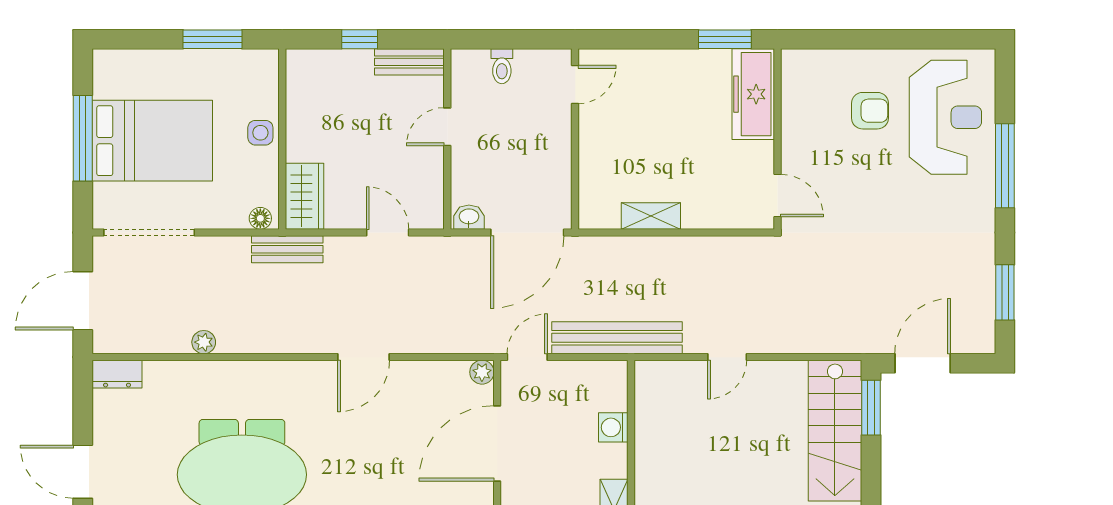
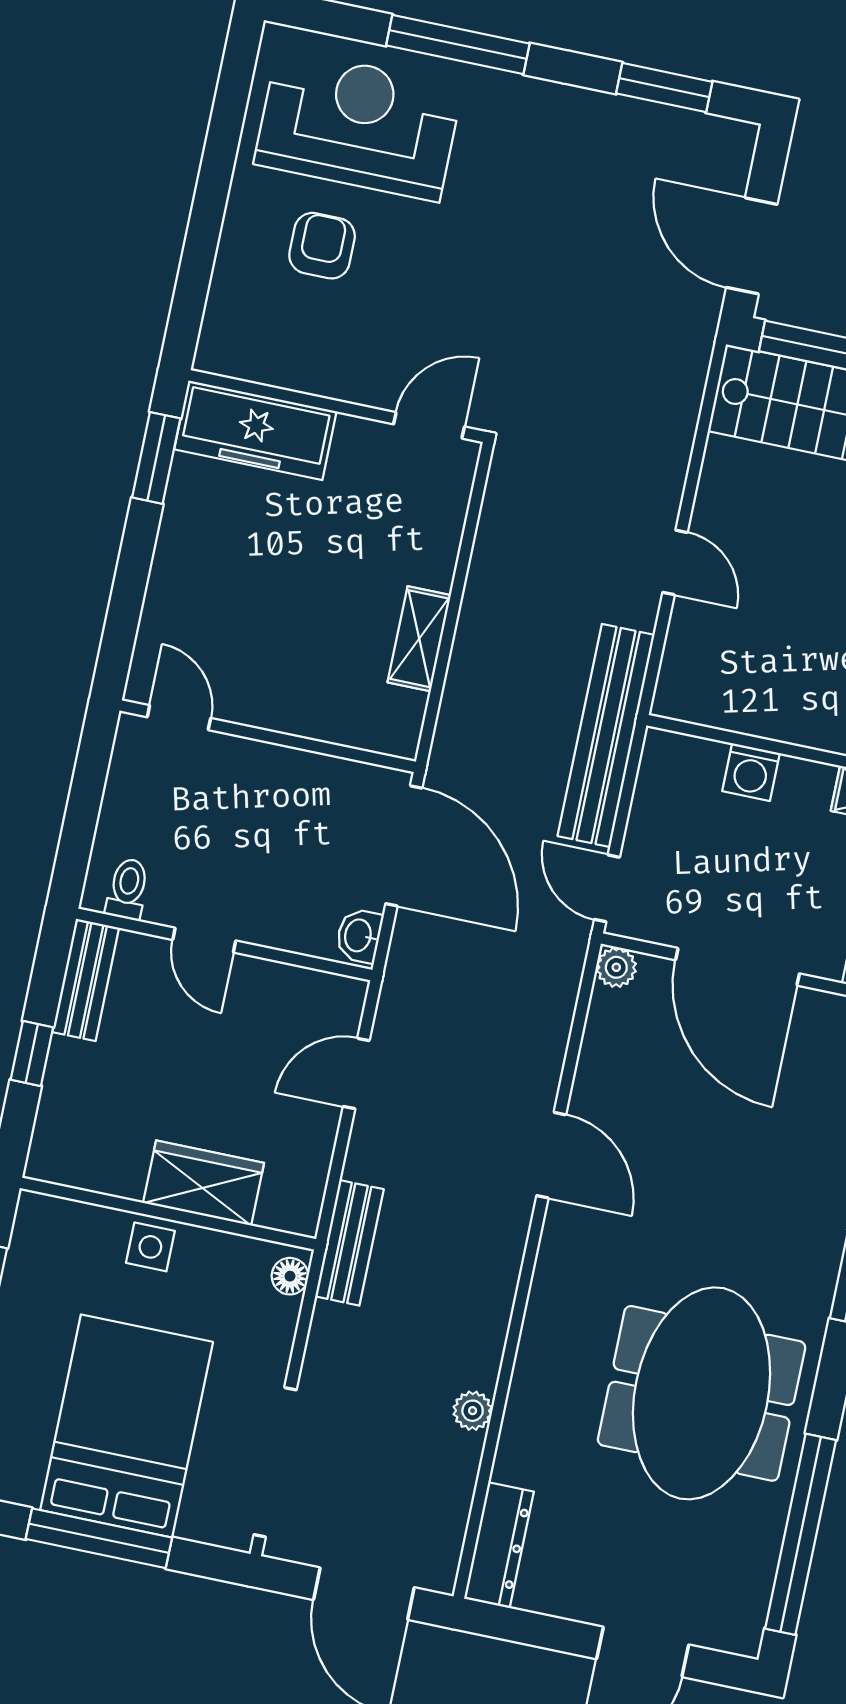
toilet: (502, 66) -> (128, 889), moved, turned -90
wardrobe: (305, 196) -> (204, 1183), moved
dresser: (117, 374) -> (499, 1545), width x1.44

